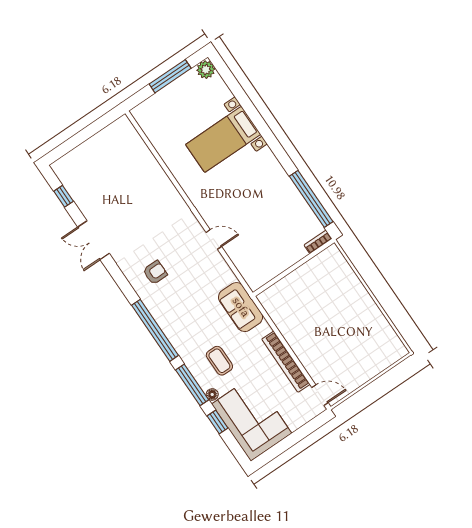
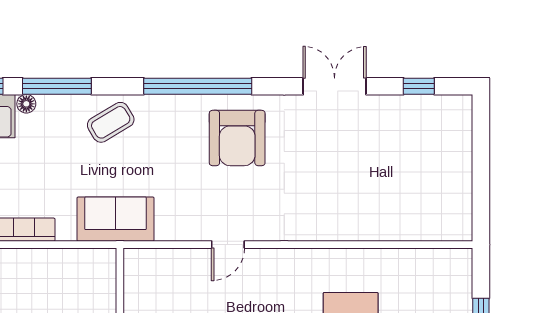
armchair: (155, 272) -> (237, 138), width x1.88, depth x1.88
window: (155, 330) -> (198, 86), moved
coffee table: (219, 361) -> (111, 122), moved, turned -31

